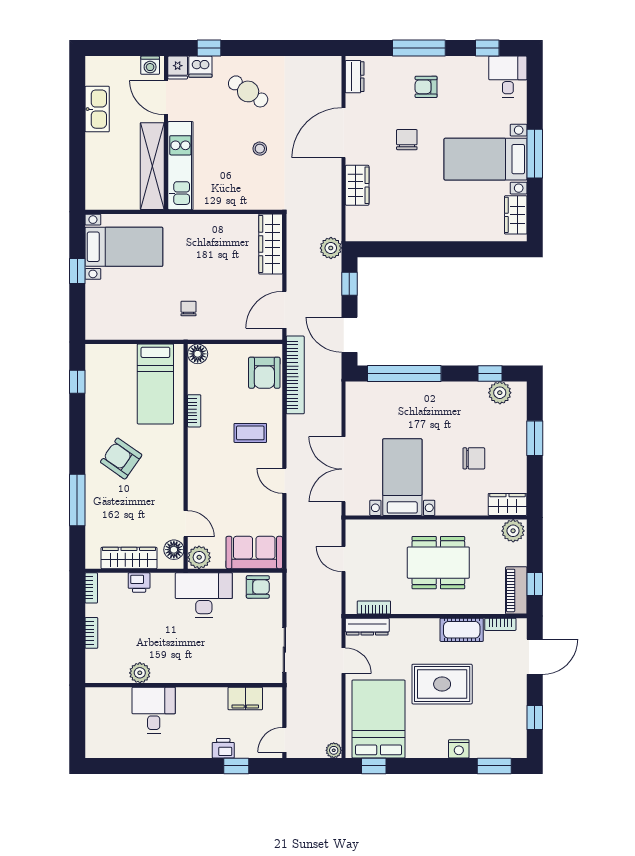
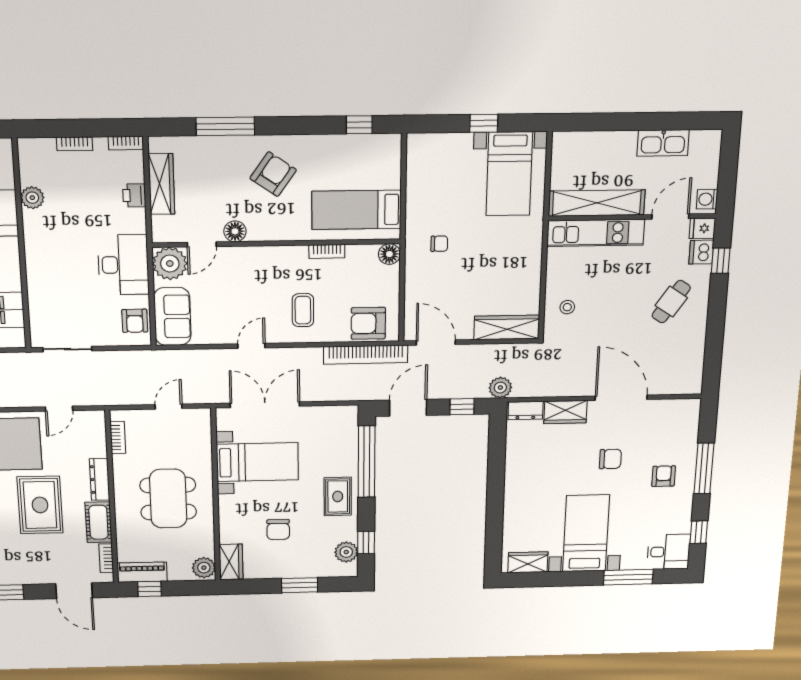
dresser: (355, 77) -> (526, 410), moved
stool: (260, 149) -> (567, 307), moved
window: (535, 154) -> (628, 577), moved
rug: (440, 401) -> (338, 496), added
floor lamp: (174, 550) -> (235, 231), moved
plant: (199, 557) -> (170, 264), width x1.36, depth x1.36
dresser: (367, 627) -> (100, 479), moved

